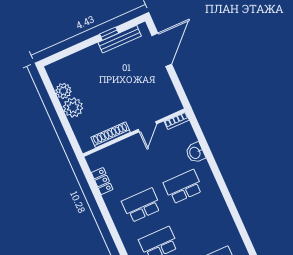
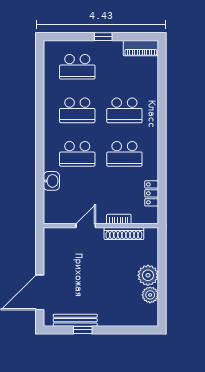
bookcase: (177, 121) -> (119, 219), moved
school desk: (200, 225) -> (77, 110), added

